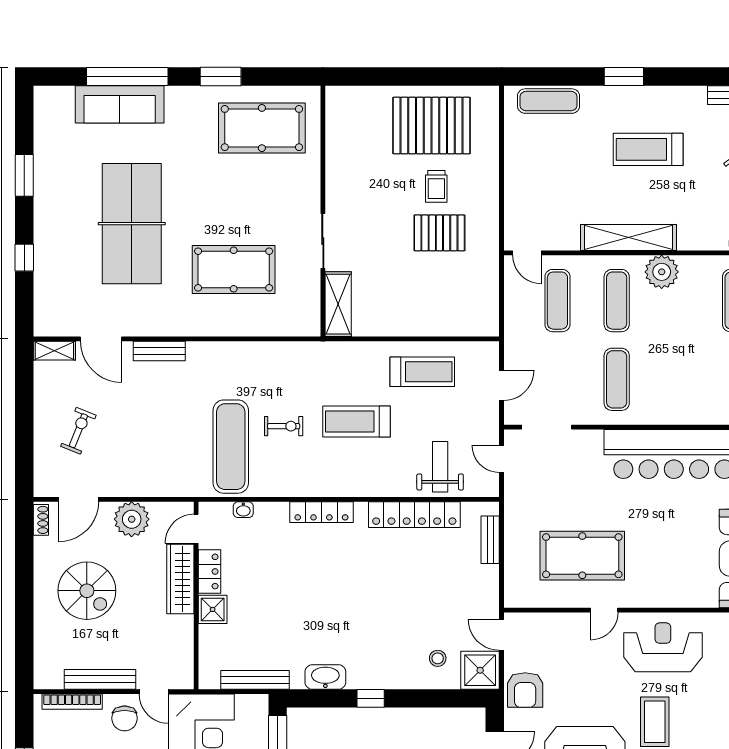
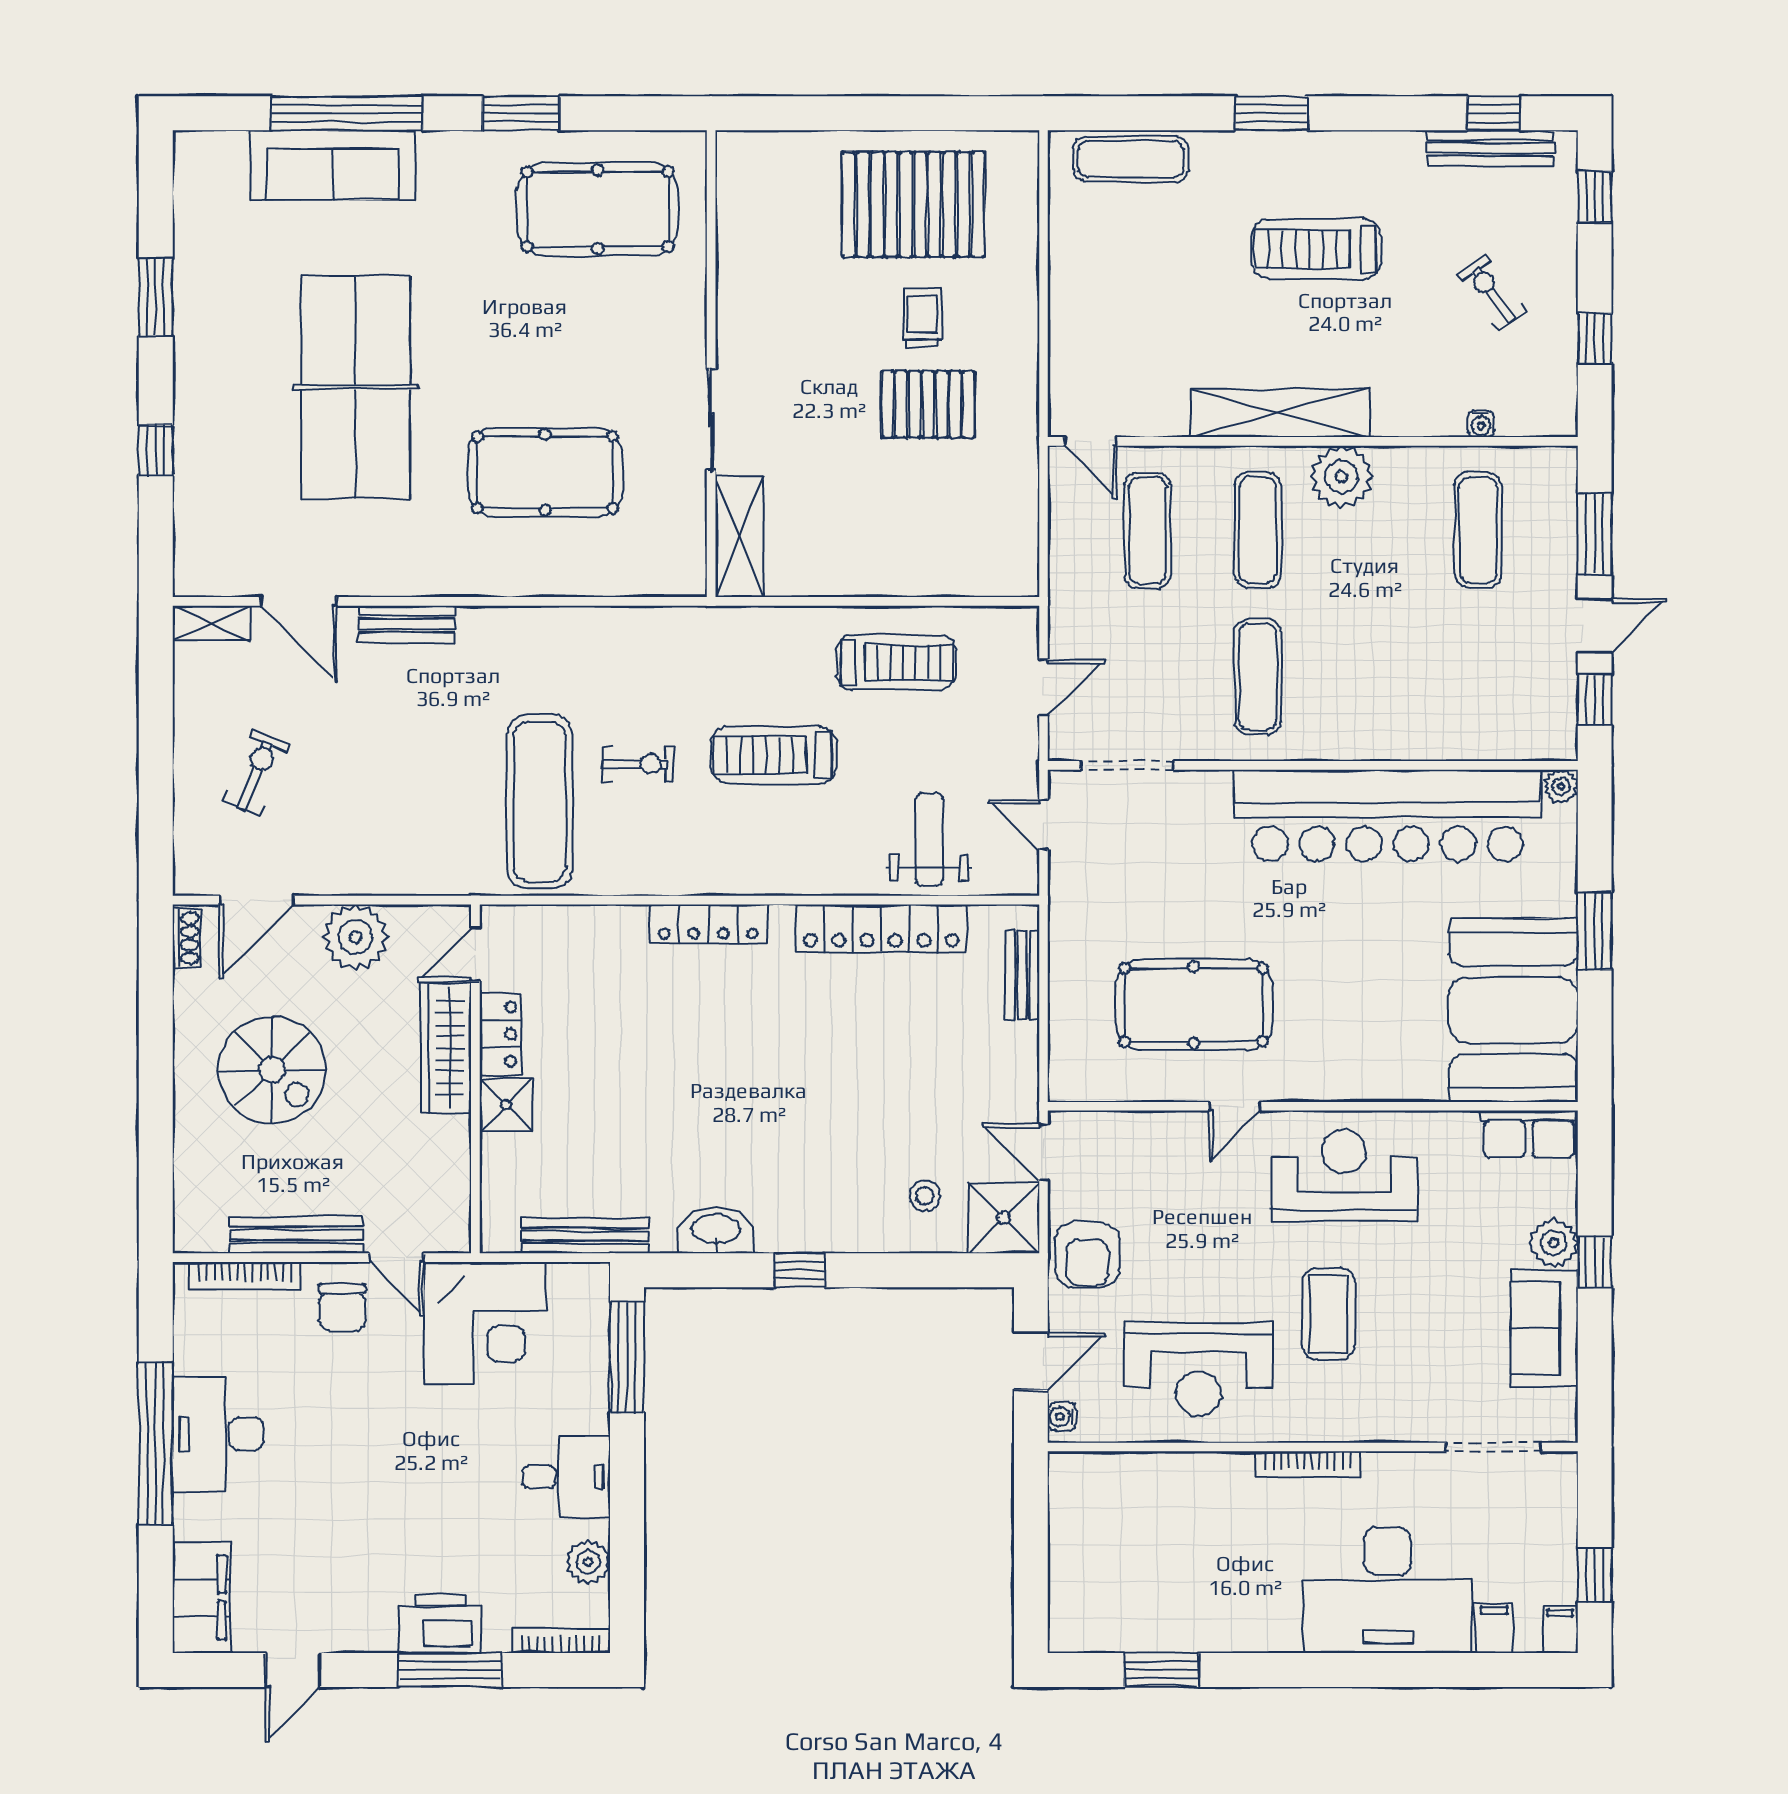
trolley: (436, 186) -> (922, 318), turned 180
washbasin: (243, 510) -> (563, 919), removed

